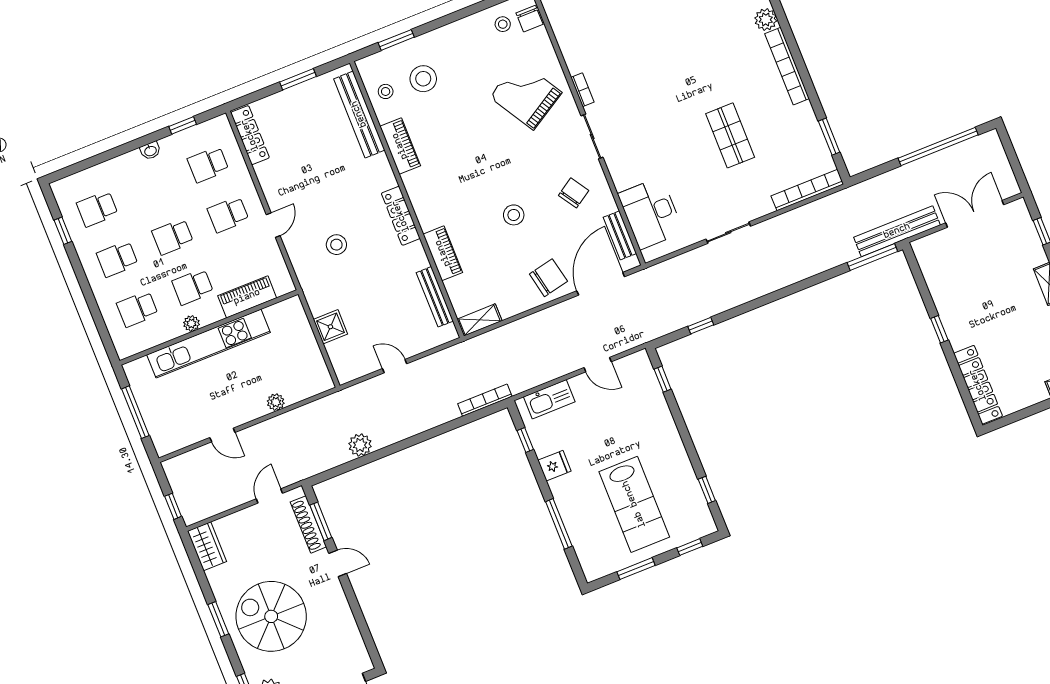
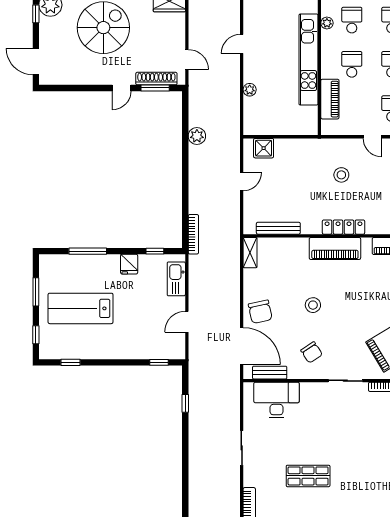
piano: (443, 253) -> (335, 248), moved, width x1.37, depth x1.33
plant: (191, 323) -> (327, 23), moved
shower: (330, 327) -> (264, 148), moved

